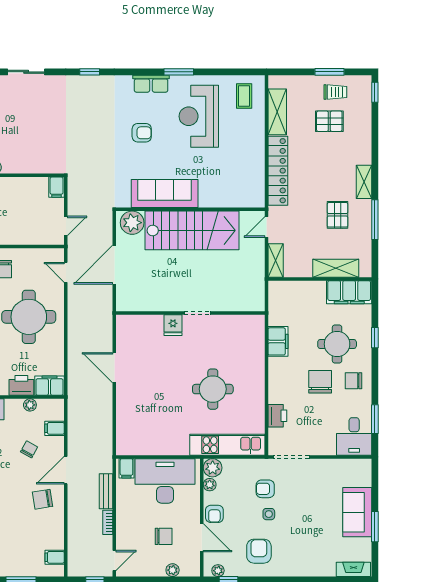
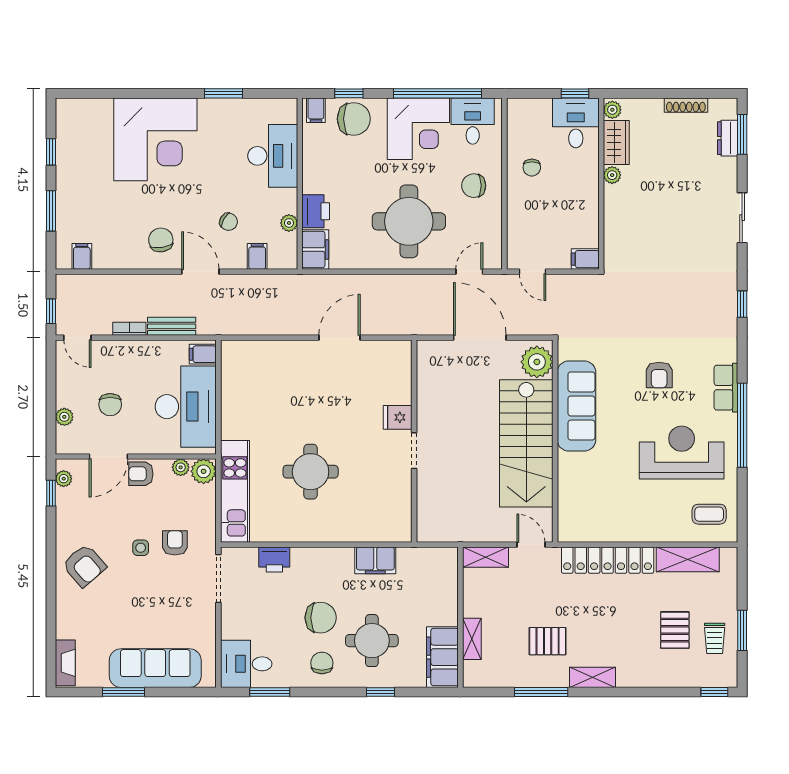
window: (179, 72) -> (742, 425), width x2.11
shelving: (336, 268) -> (472, 639), width x0.67, depth x0.75
sofa: (357, 512) -> (155, 668), width x1.36
armchair: (259, 551) -> (84, 566), moved, turned 49

